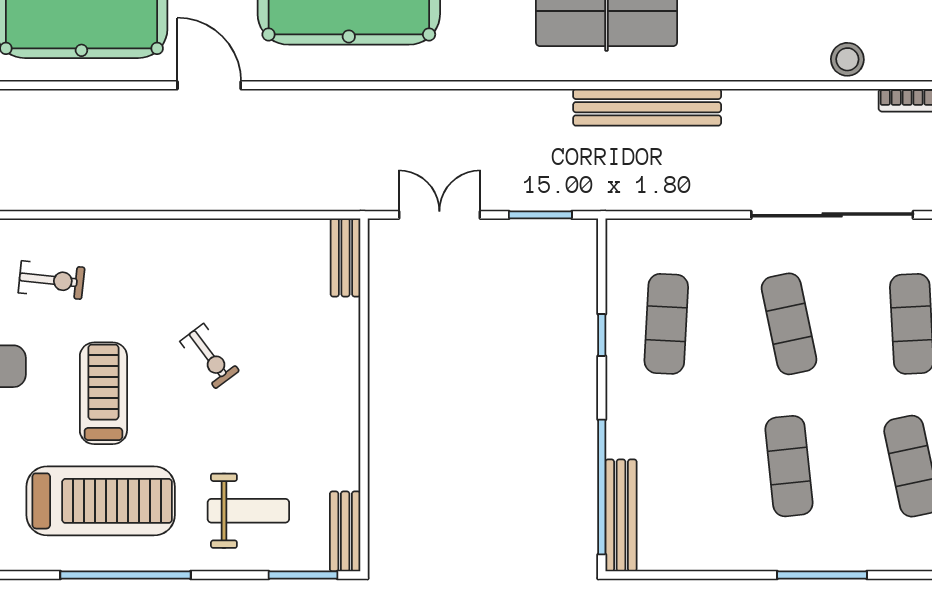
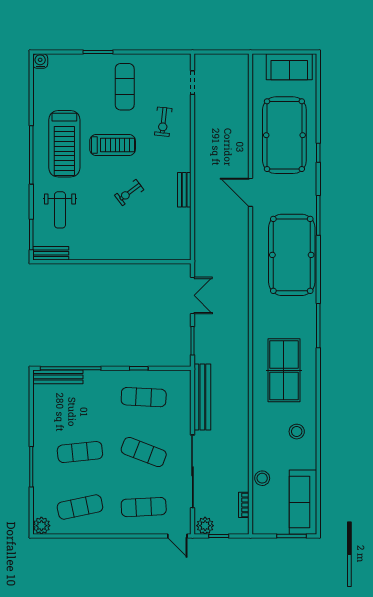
door: (209, 85) -> (251, 192), swing flipped
bench: (647, 107) -> (202, 397), moved
bench: (345, 258) -> (184, 190), moved, turned 90
exercise mat: (789, 324) -> (144, 452), turned 33

